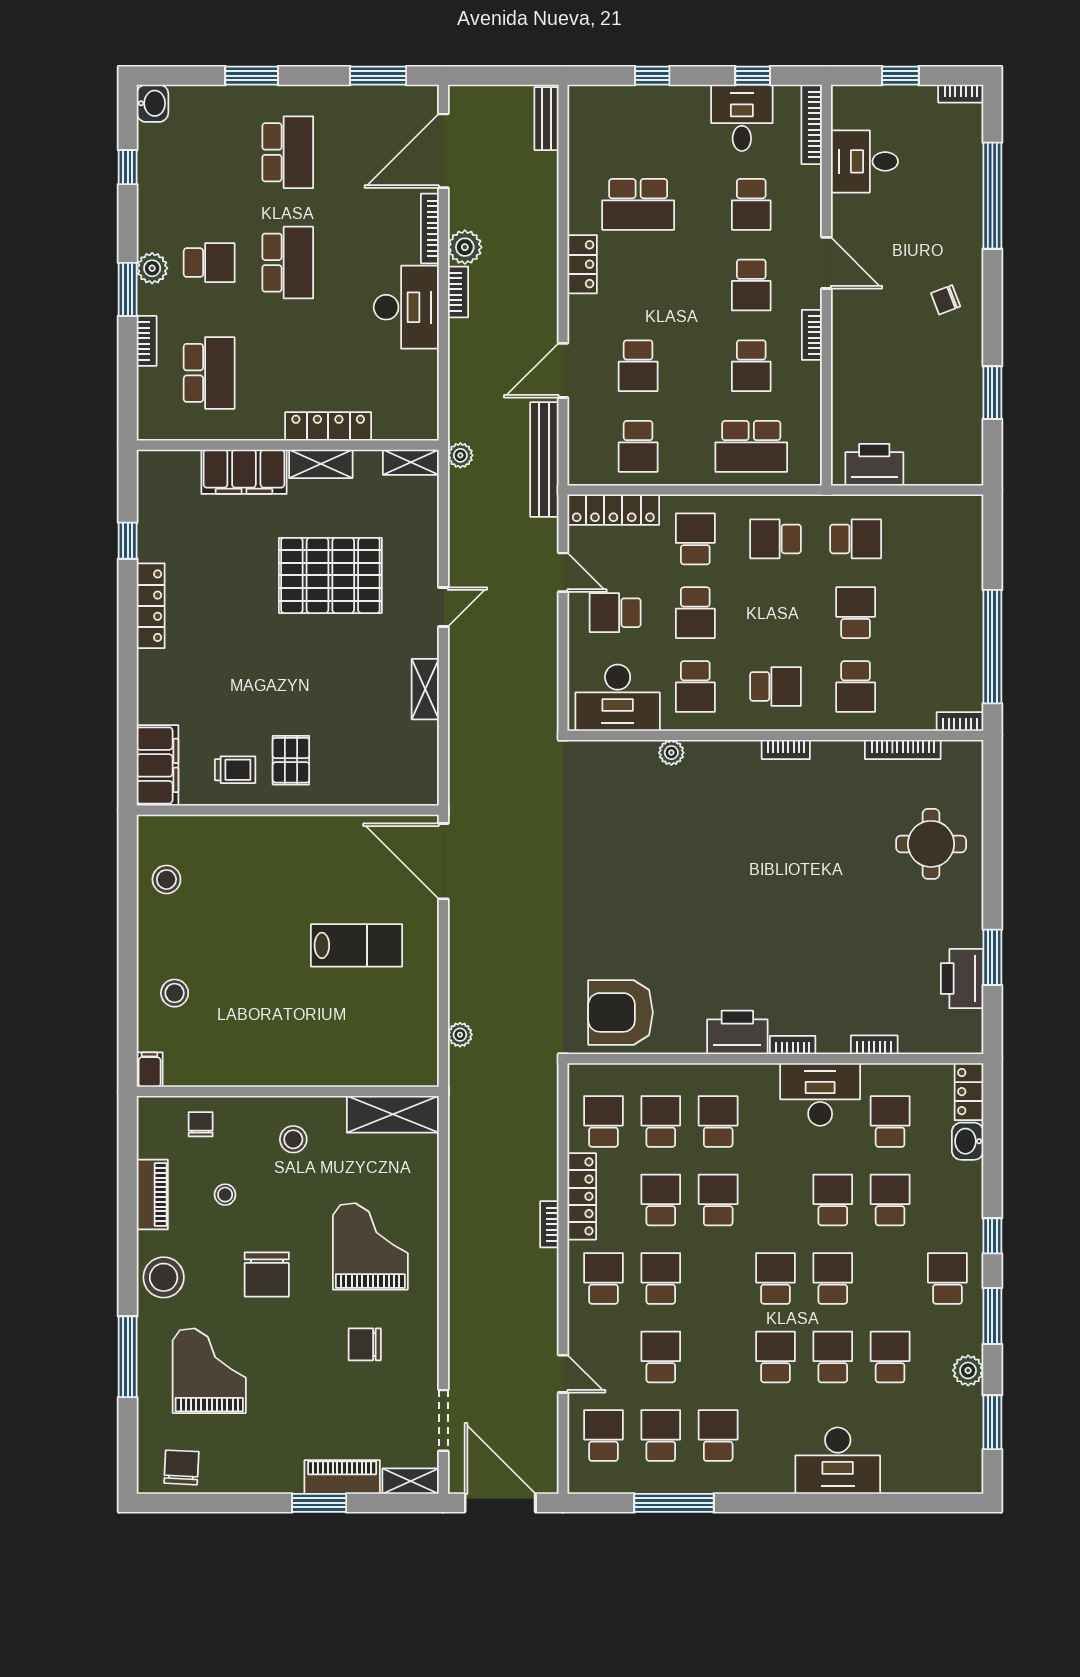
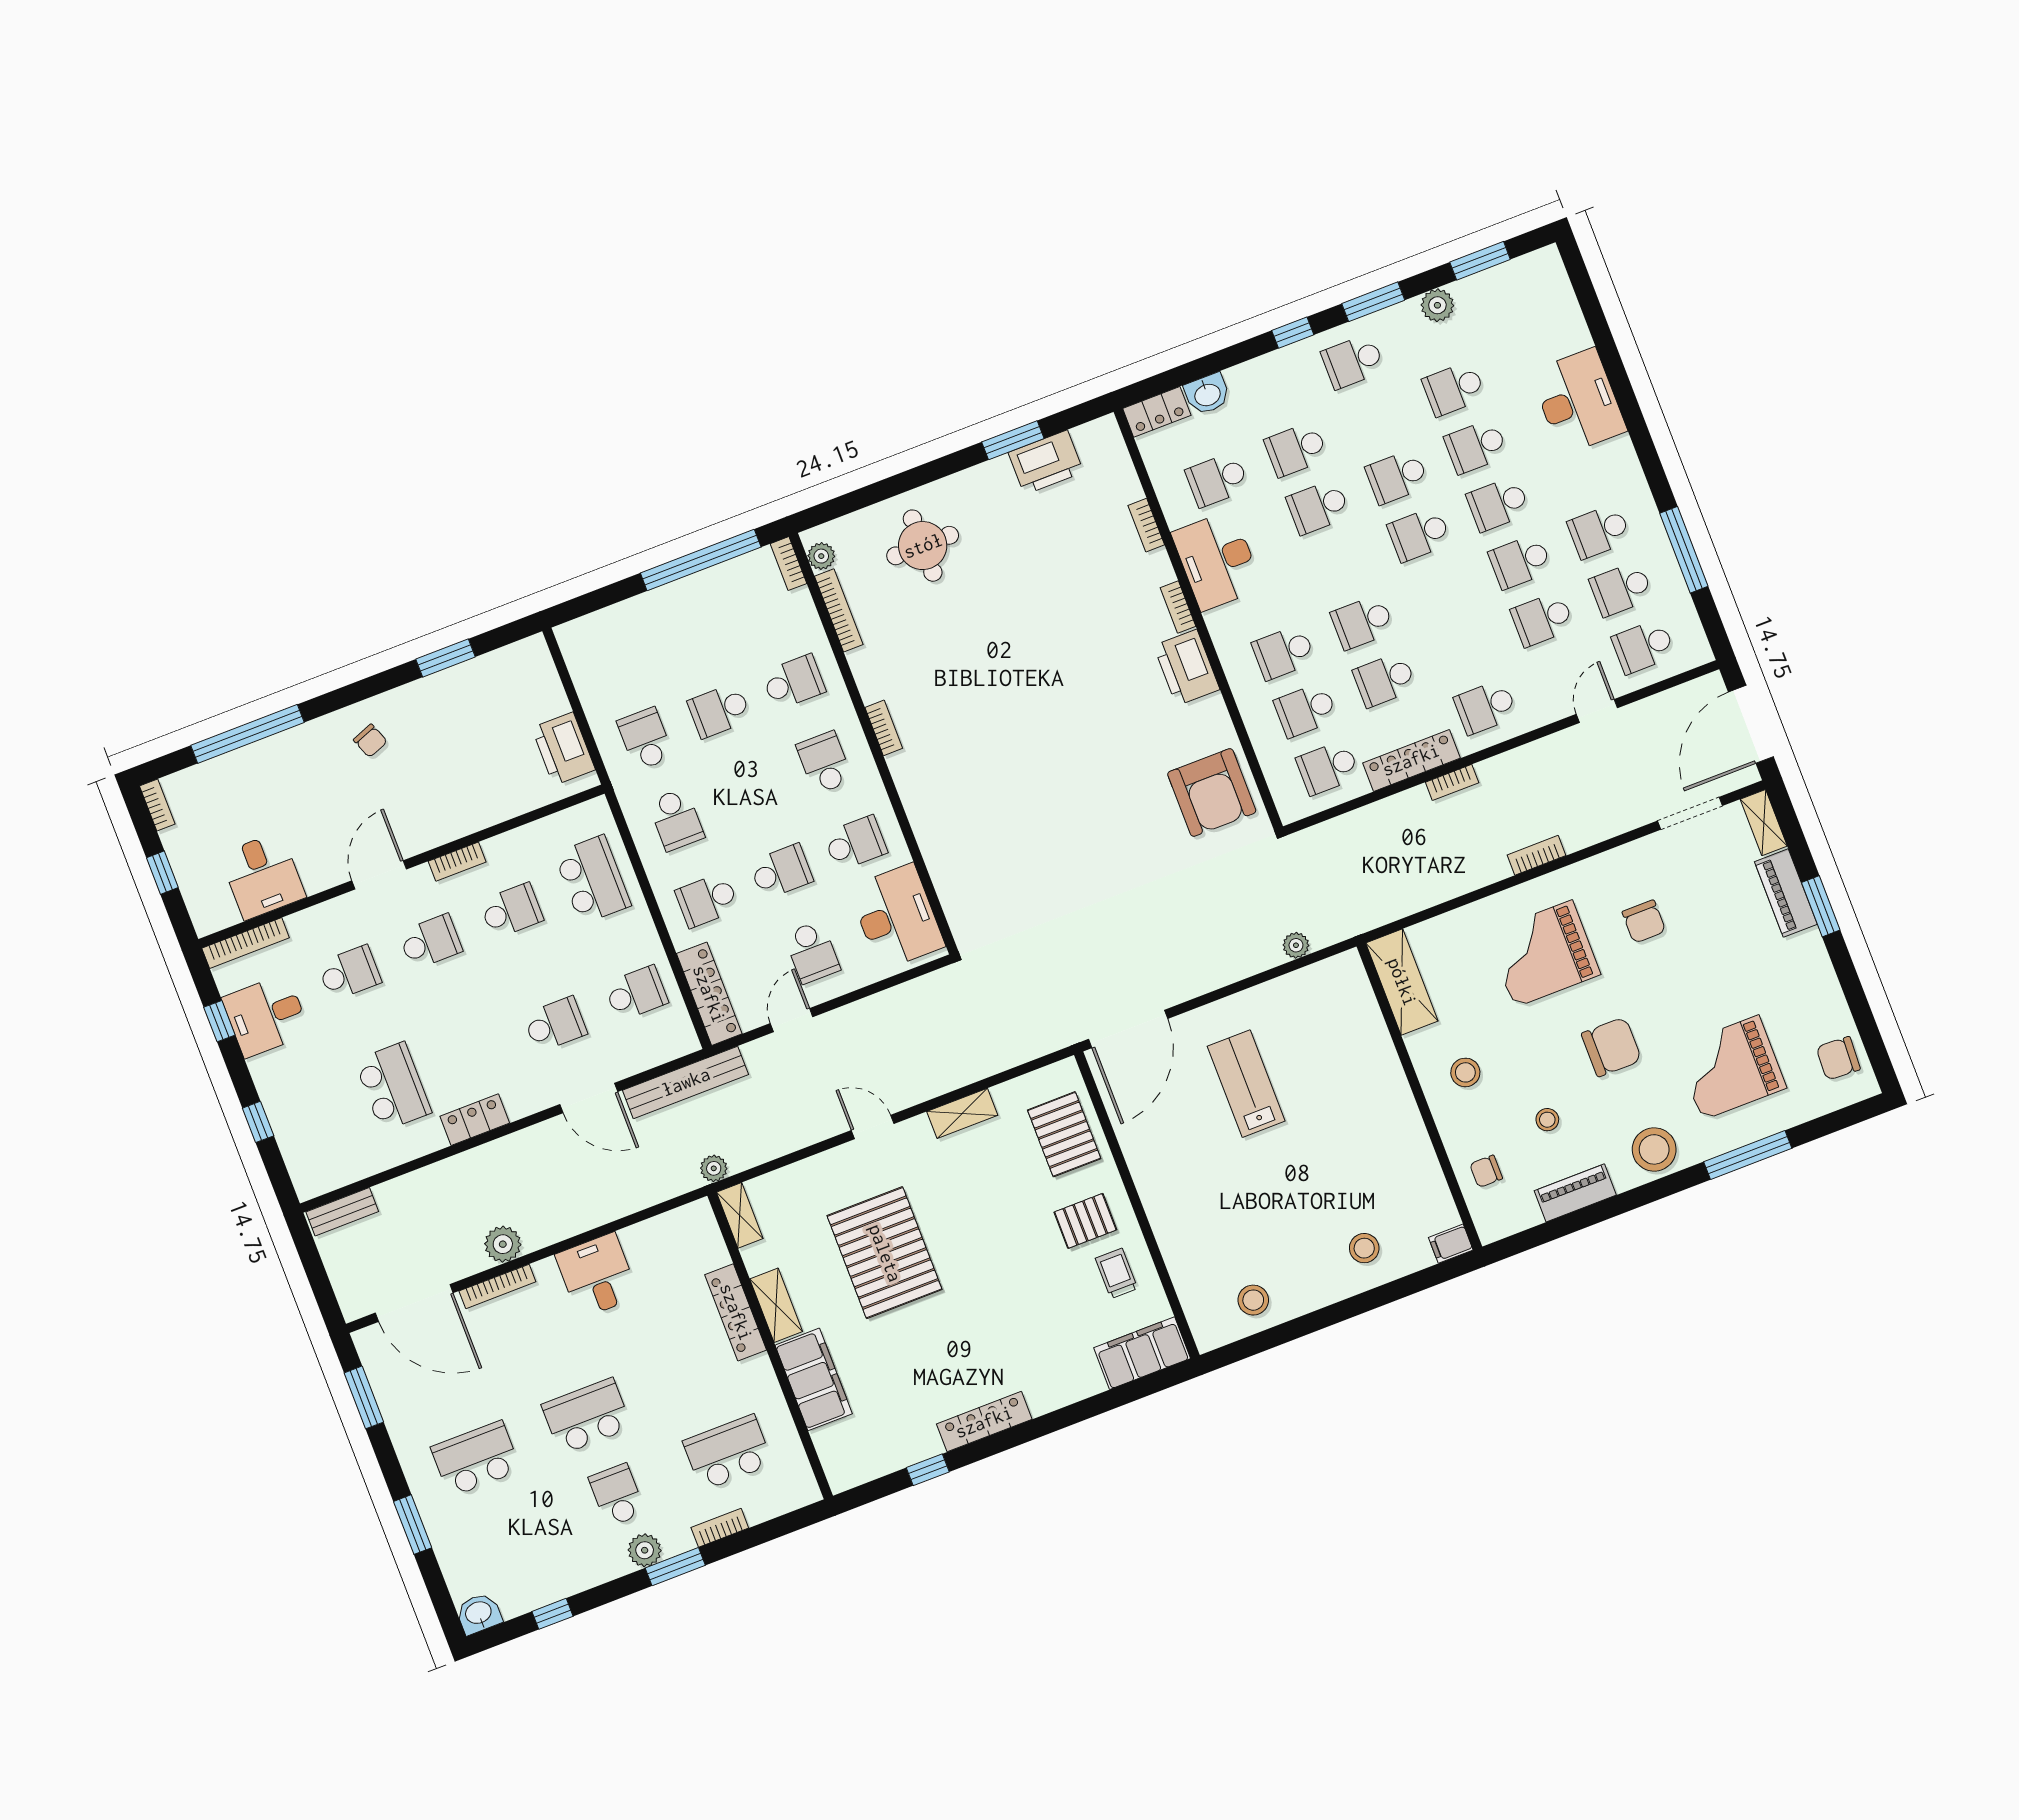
bookcase: (458, 292) -> (1536, 855), moved
desk: (406, 307) -> (597, 1276), width x0.73
plant: (671, 753) -> (821, 556), moved
pallet: (373, 771) -> (1064, 1134), added
school desk: (661, 1278) -> (1520, 562), moved

